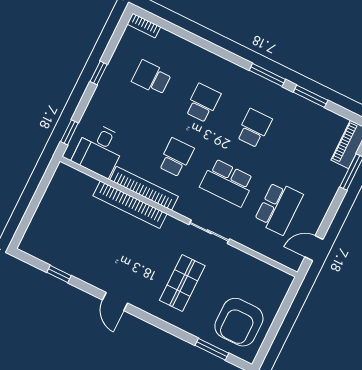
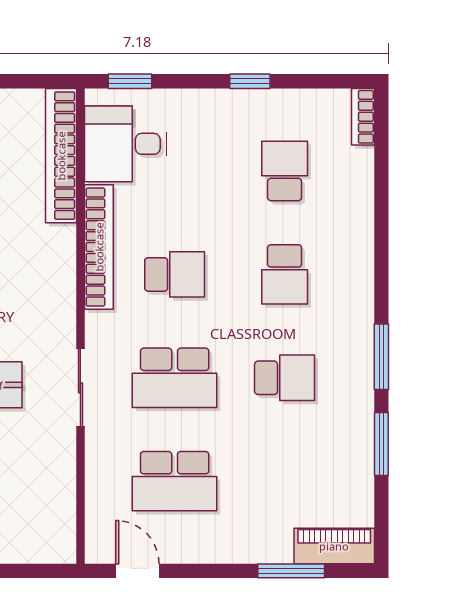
school desk: (203, 103) -> (285, 274), turned 90
school desk: (227, 183) -> (175, 378), turned -90
bookcase: (130, 205) -> (61, 156), moved

